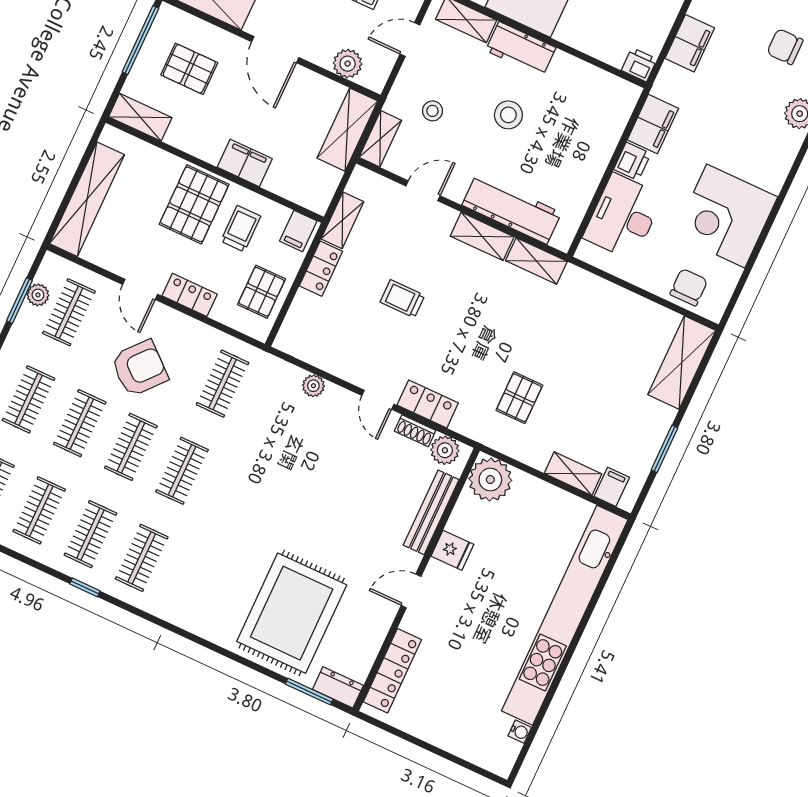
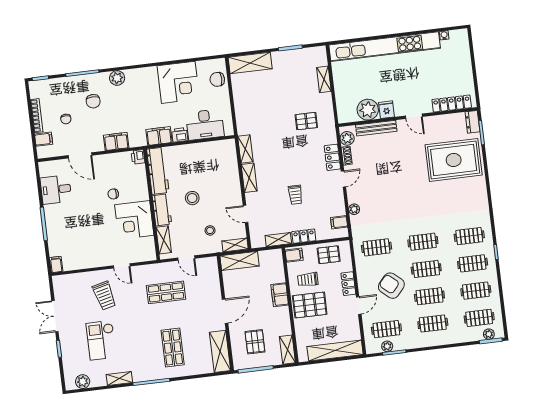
plant: (348, 64) -> (212, 278), removed
workbench: (512, 209) -> (158, 171), moved, turned 180
plant: (490, 480) -> (368, 110), moved
filing cabinet: (612, 487) -> (339, 222), moved

